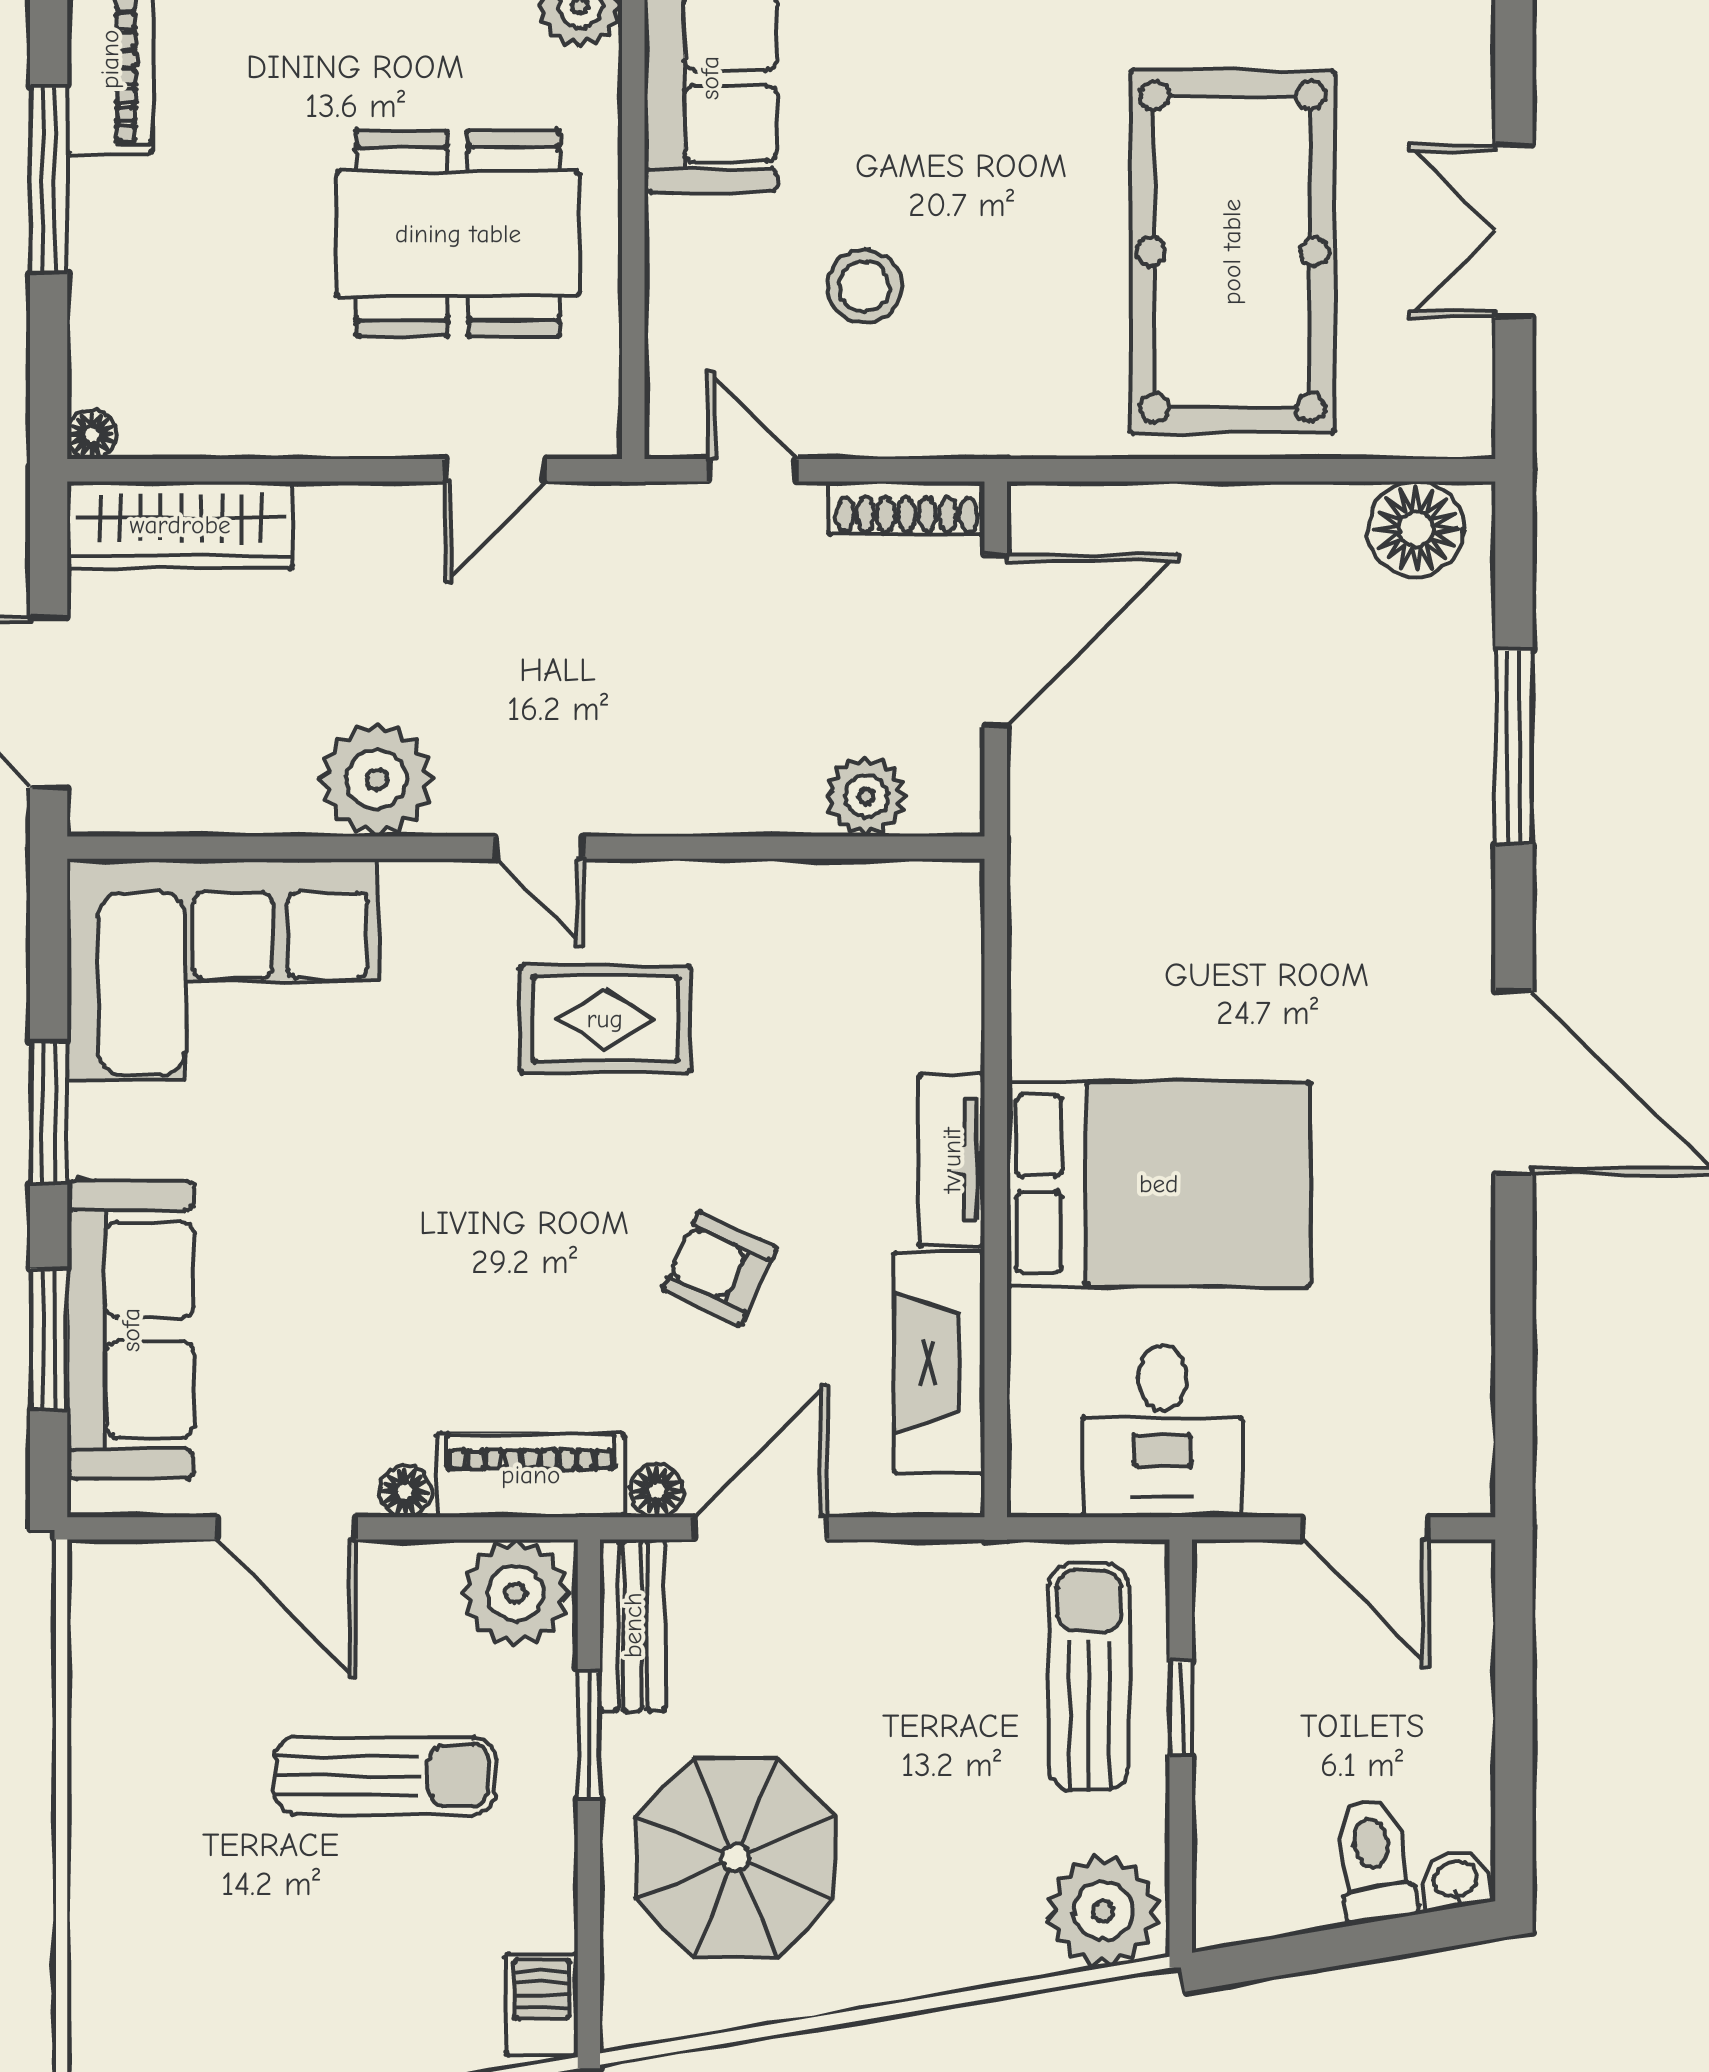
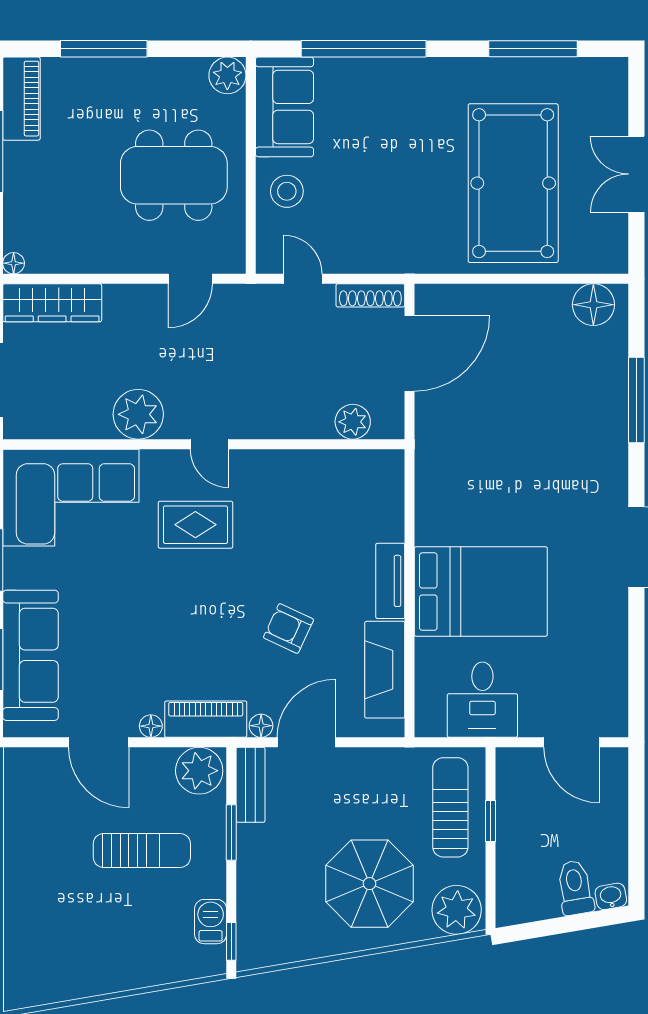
stool: (864, 286) -> (287, 191), moved
rug: (605, 1019) -> (195, 525), moved
parasol: (735, 1858) -> (369, 884), moved
window: (589, 1983) -> (231, 941), added
barbecue: (542, 2005) -> (211, 922), moved

